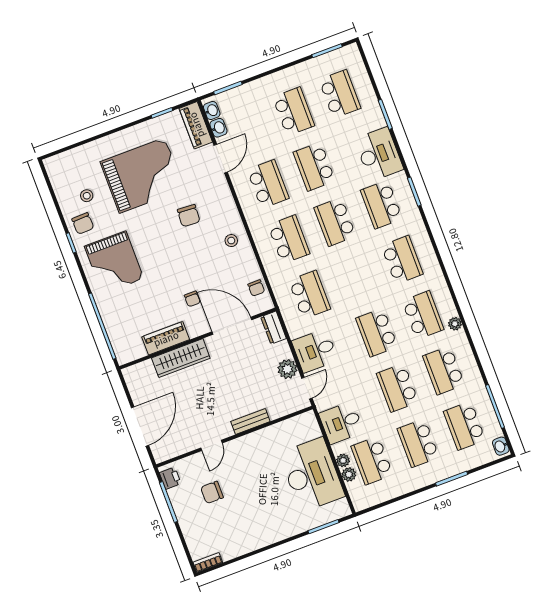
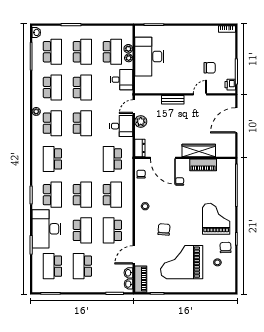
desk: (379, 154) -> (46, 229), width x1.36, depth x1.30
school desk: (289, 239) -> (112, 195), turned 180
school desk: (423, 315) -> (52, 123), turned 180

